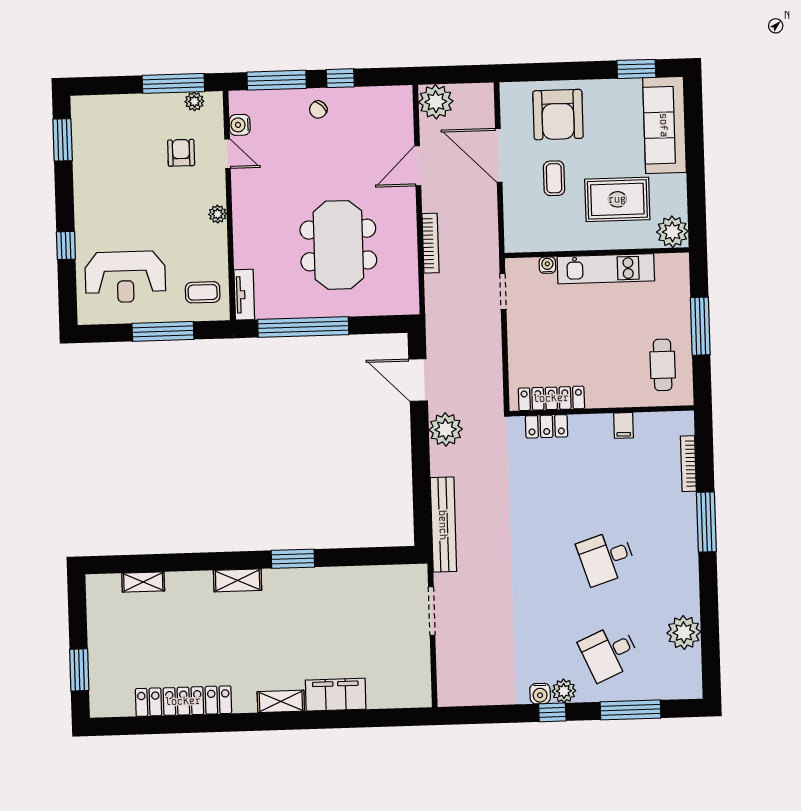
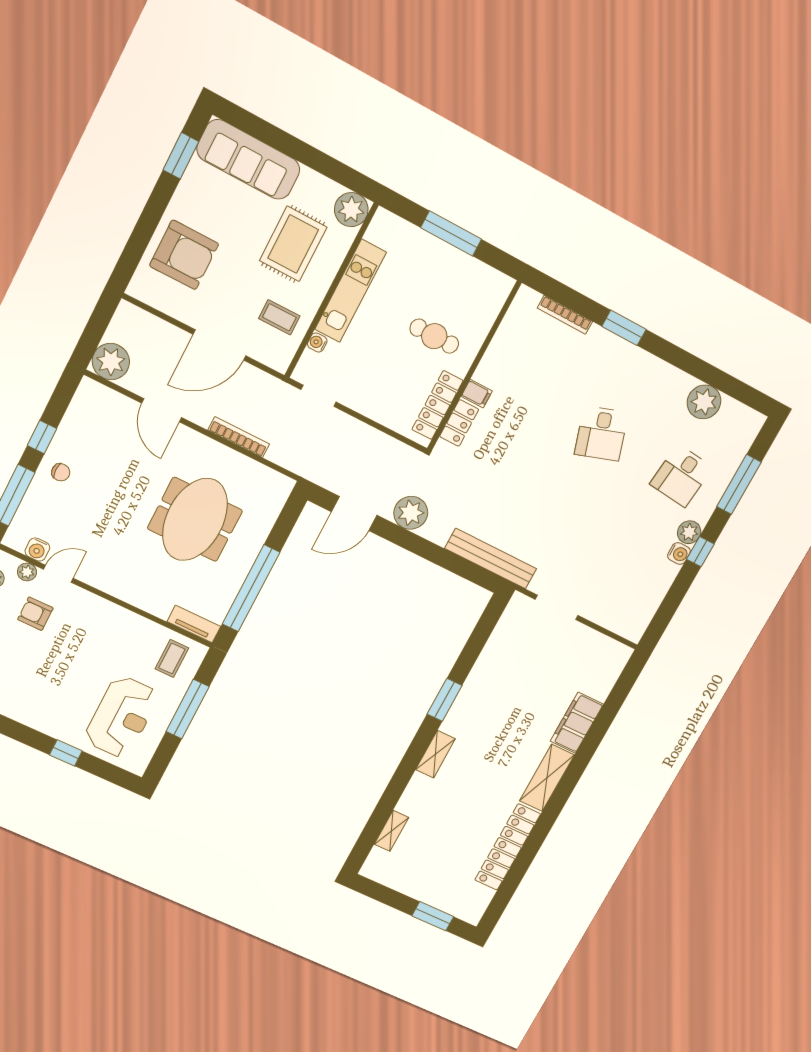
chair: (318, 110) -> (61, 472), turned -44
door: (499, 155) -> (219, 345), moved
coffee table: (554, 178) -> (279, 317), moved
plant: (218, 214) -> (27, 572), moved
meeting table: (338, 245) -> (195, 520), turned 90
cafe table: (663, 365) -> (434, 336), moved
filing cabinet: (623, 425) -> (477, 394), moved
window: (706, 522) -> (624, 328), width x0.69
desk: (609, 652) -> (681, 476), turned 30
shelving: (281, 701) -> (547, 778), width x1.50, depth x1.33

